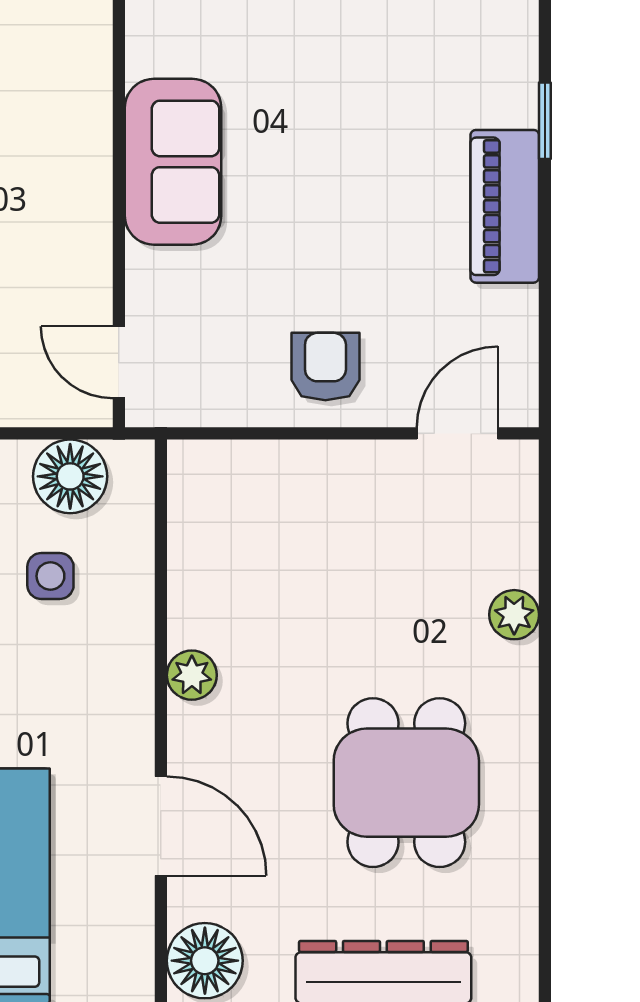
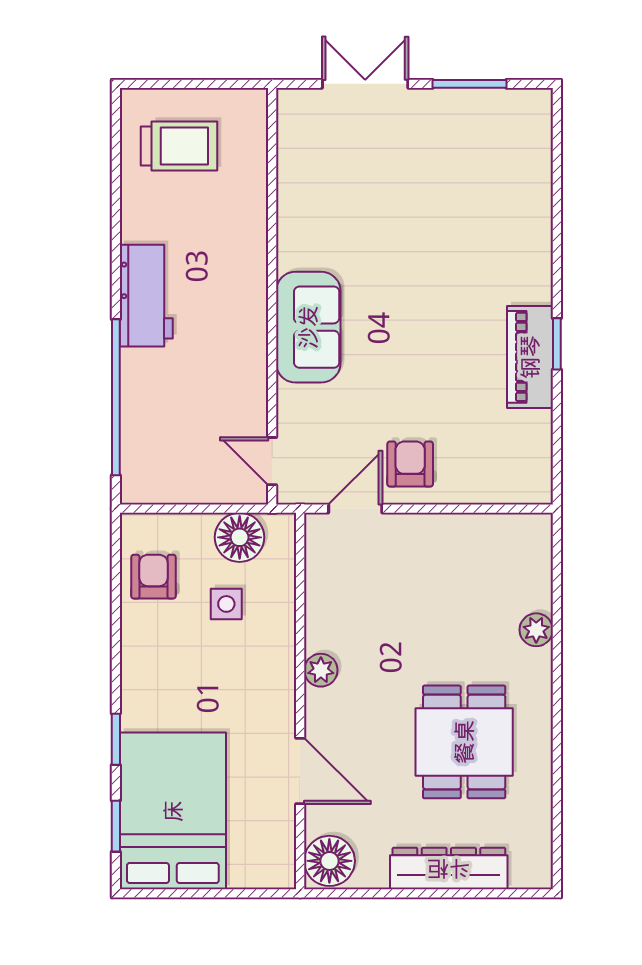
window: (545, 121) -> (557, 344), moved
door: (457, 433) -> (355, 509), moved

